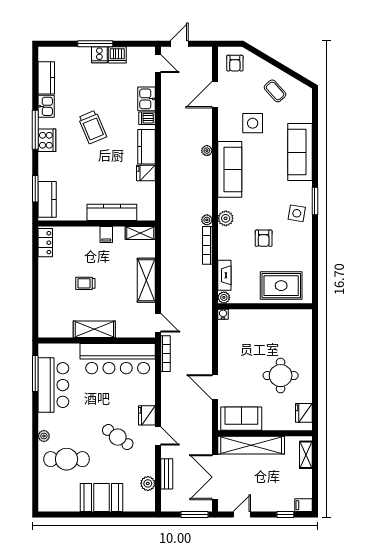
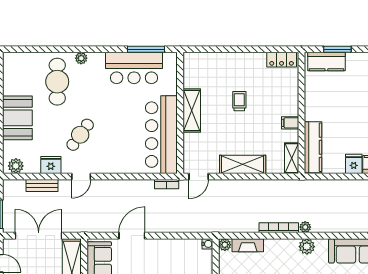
kitchen counter: (112, 212) -> (313, 147), moved
bookcase: (165, 354) -> (167, 184), width x0.64
fridge: (147, 415) -> (51, 165), moved
plant: (148, 483) -> (16, 166), moved

